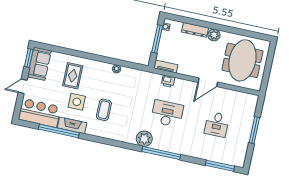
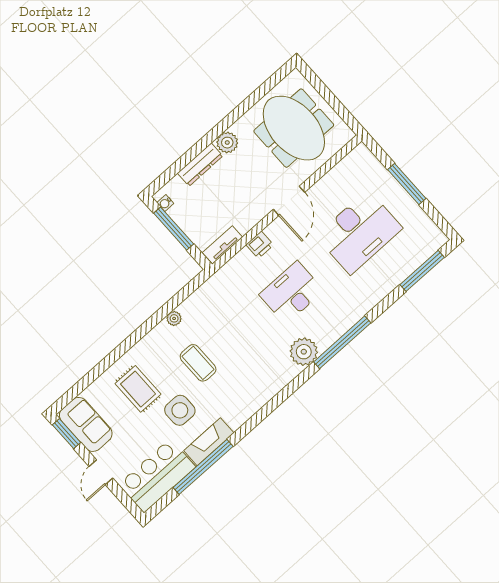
printer: (168, 81) -> (260, 245), moved
coffee table: (104, 110) -> (198, 363), moved
desk: (217, 124) -> (359, 232), width x1.87, depth x1.30

